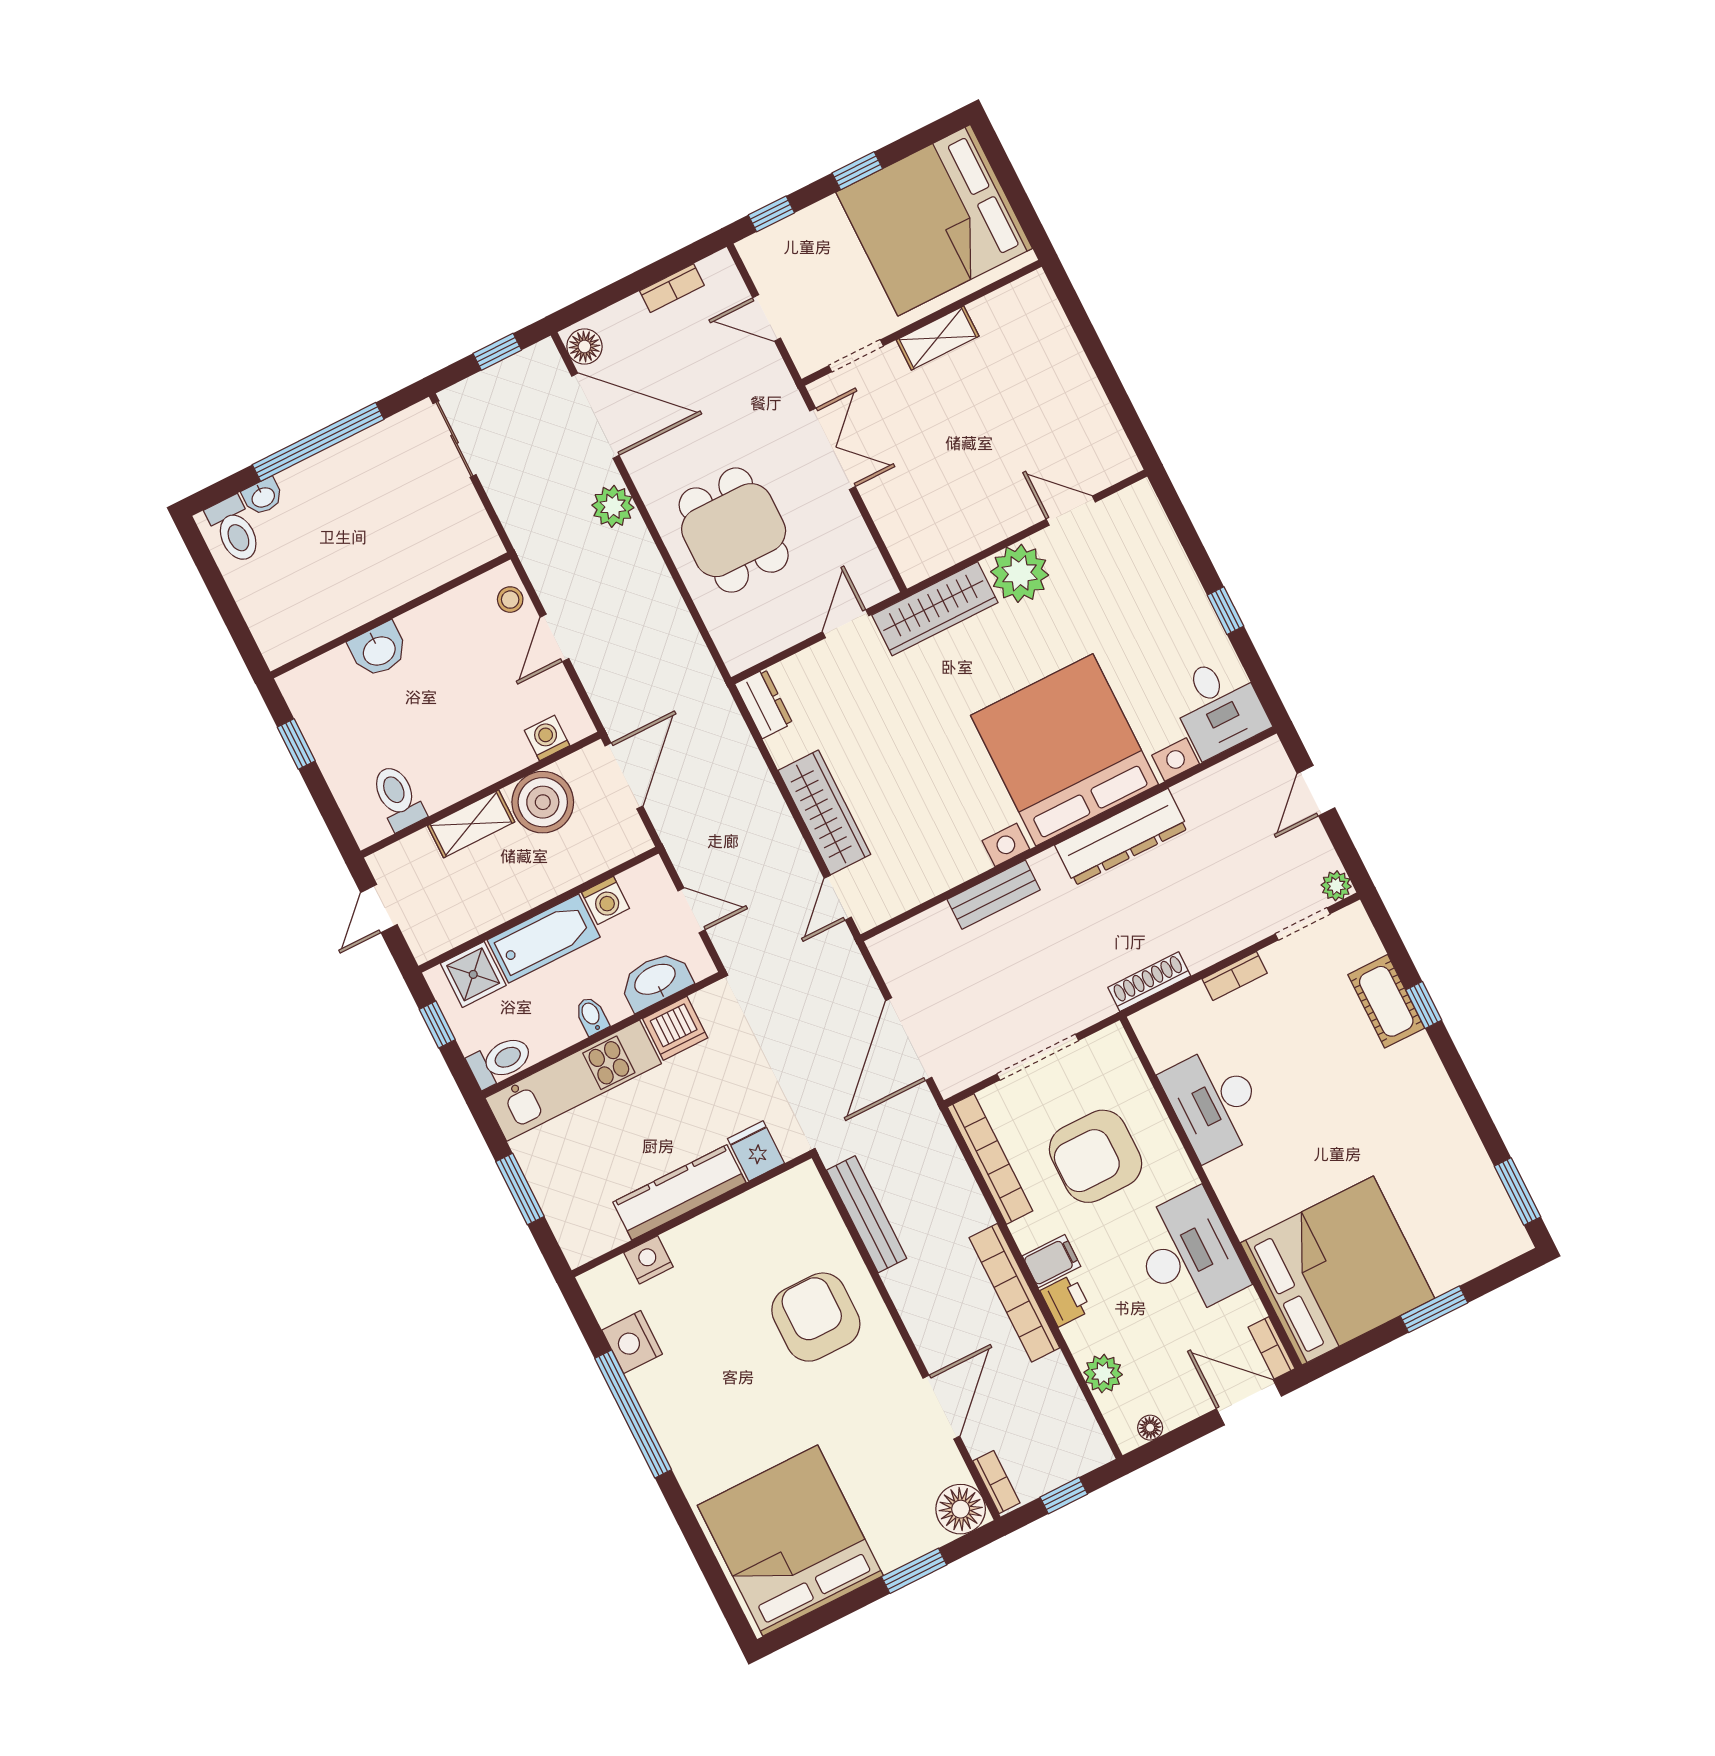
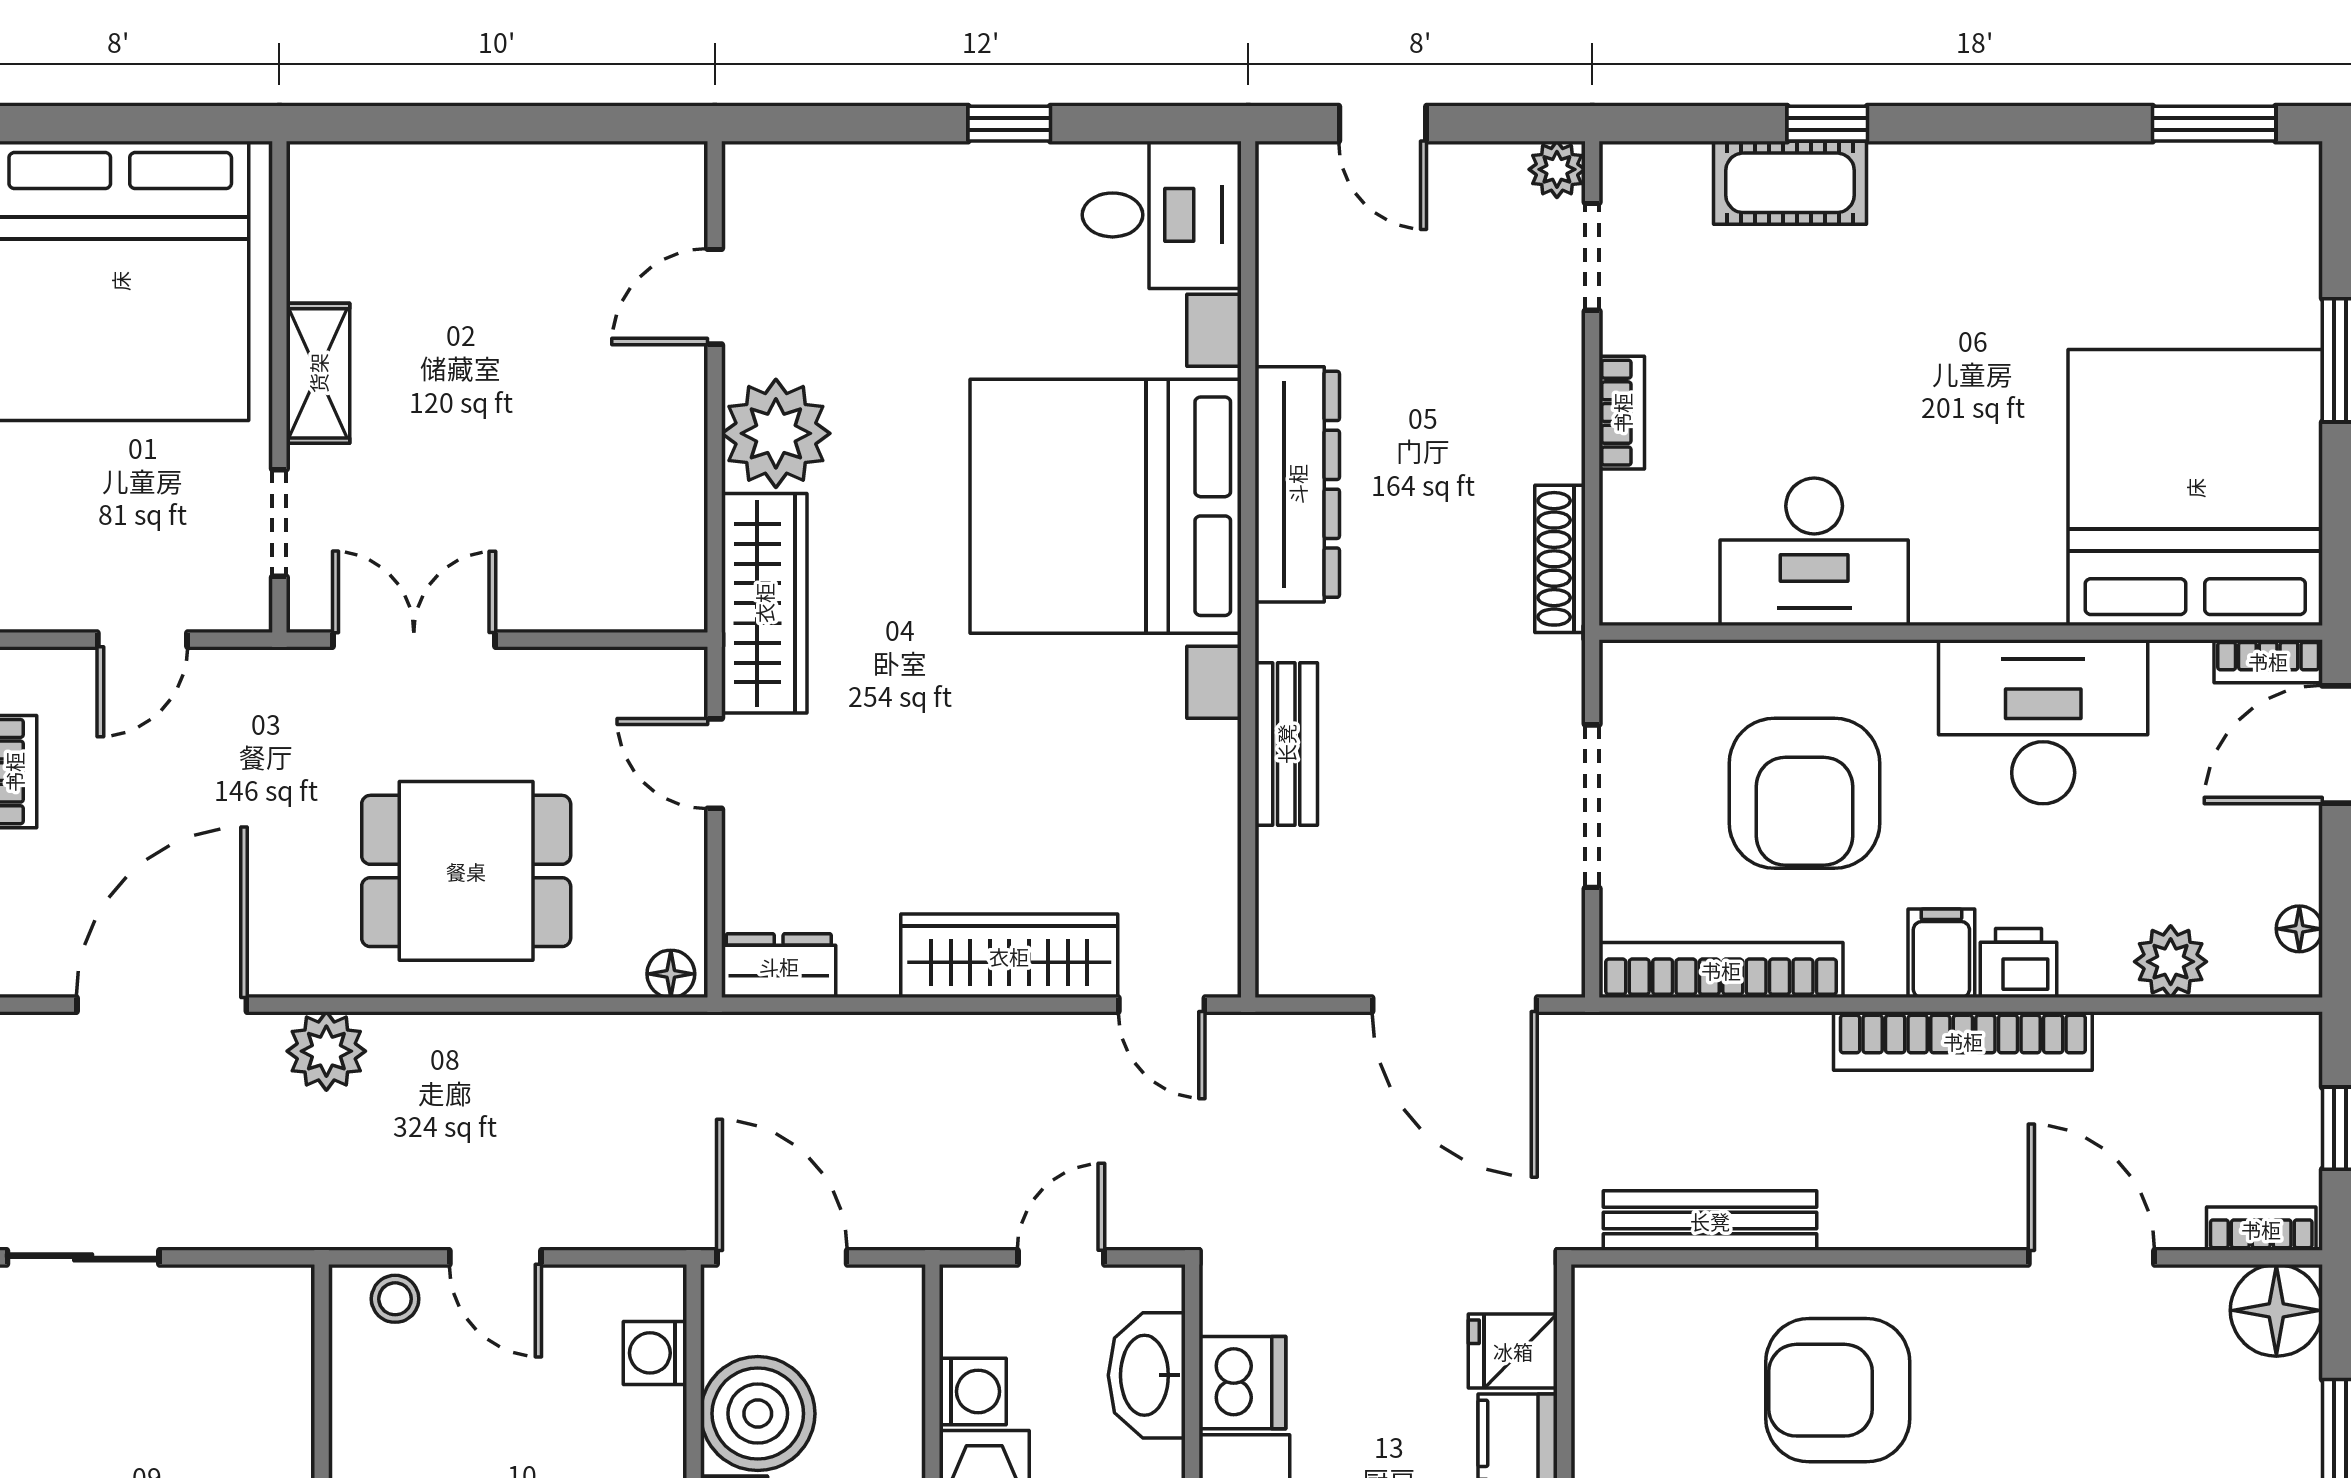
floor lamp: (584, 346) -> (671, 974), moved, width x0.73, depth x0.73

